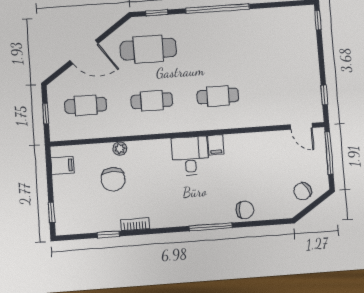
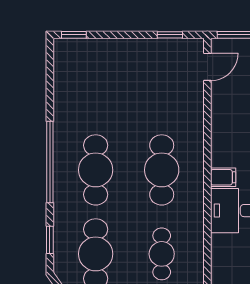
cafe table: (214, 44) -> (96, 170), added
cafe table: (218, 96) -> (162, 170), width x1.37, depth x1.35

